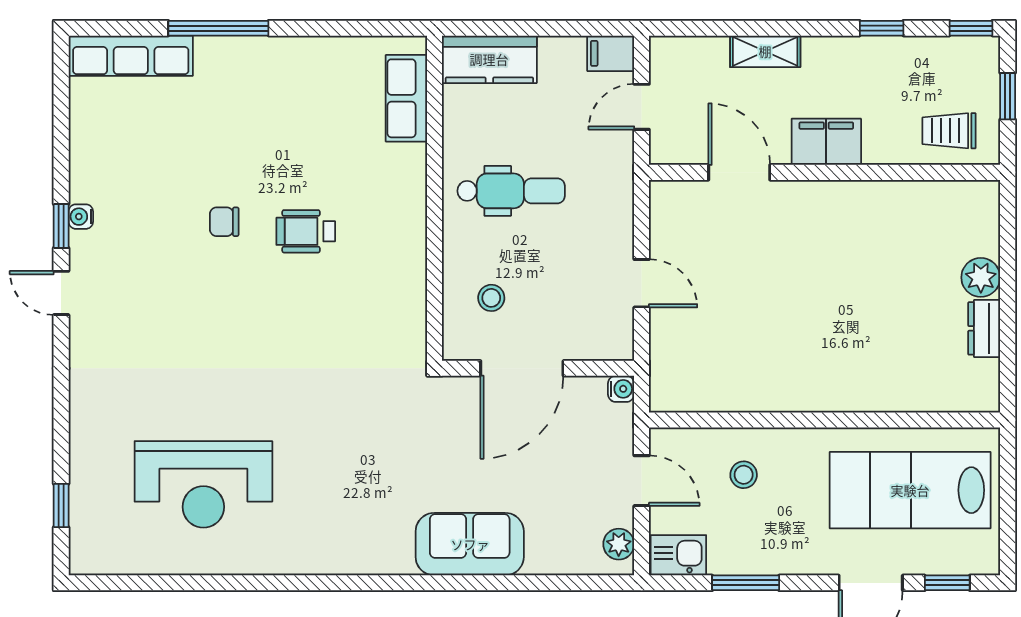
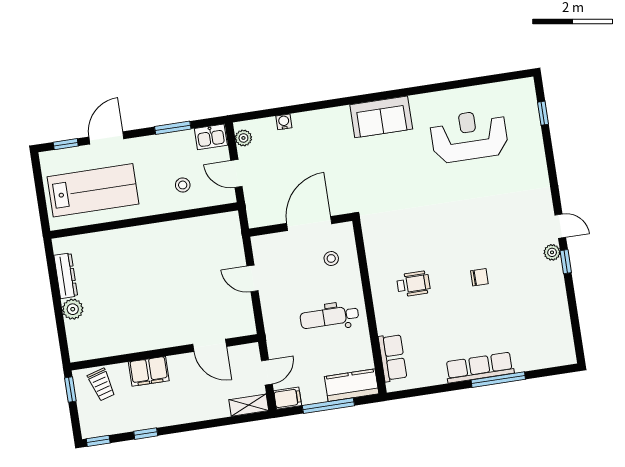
window: (538, 28) -> (328, 406), added
shelving: (765, 51) -> (249, 405), moved
row of seats: (131, 56) -> (480, 368), moved
window: (1008, 96) -> (70, 390), moved
trolley: (949, 131) -> (101, 385), turned 74
filing cabinet: (826, 142) -> (149, 371), moved
water cooler: (81, 217) -> (556, 268), removed
wheelchair: (306, 231) -> (413, 284), moved
plant: (84, 247) -> (552, 252), added
dresser: (984, 328) -> (66, 276), width x1.44
water cooler: (621, 389) -> (284, 122), moved, turned 90
sofa: (470, 544) -> (381, 117), moved

